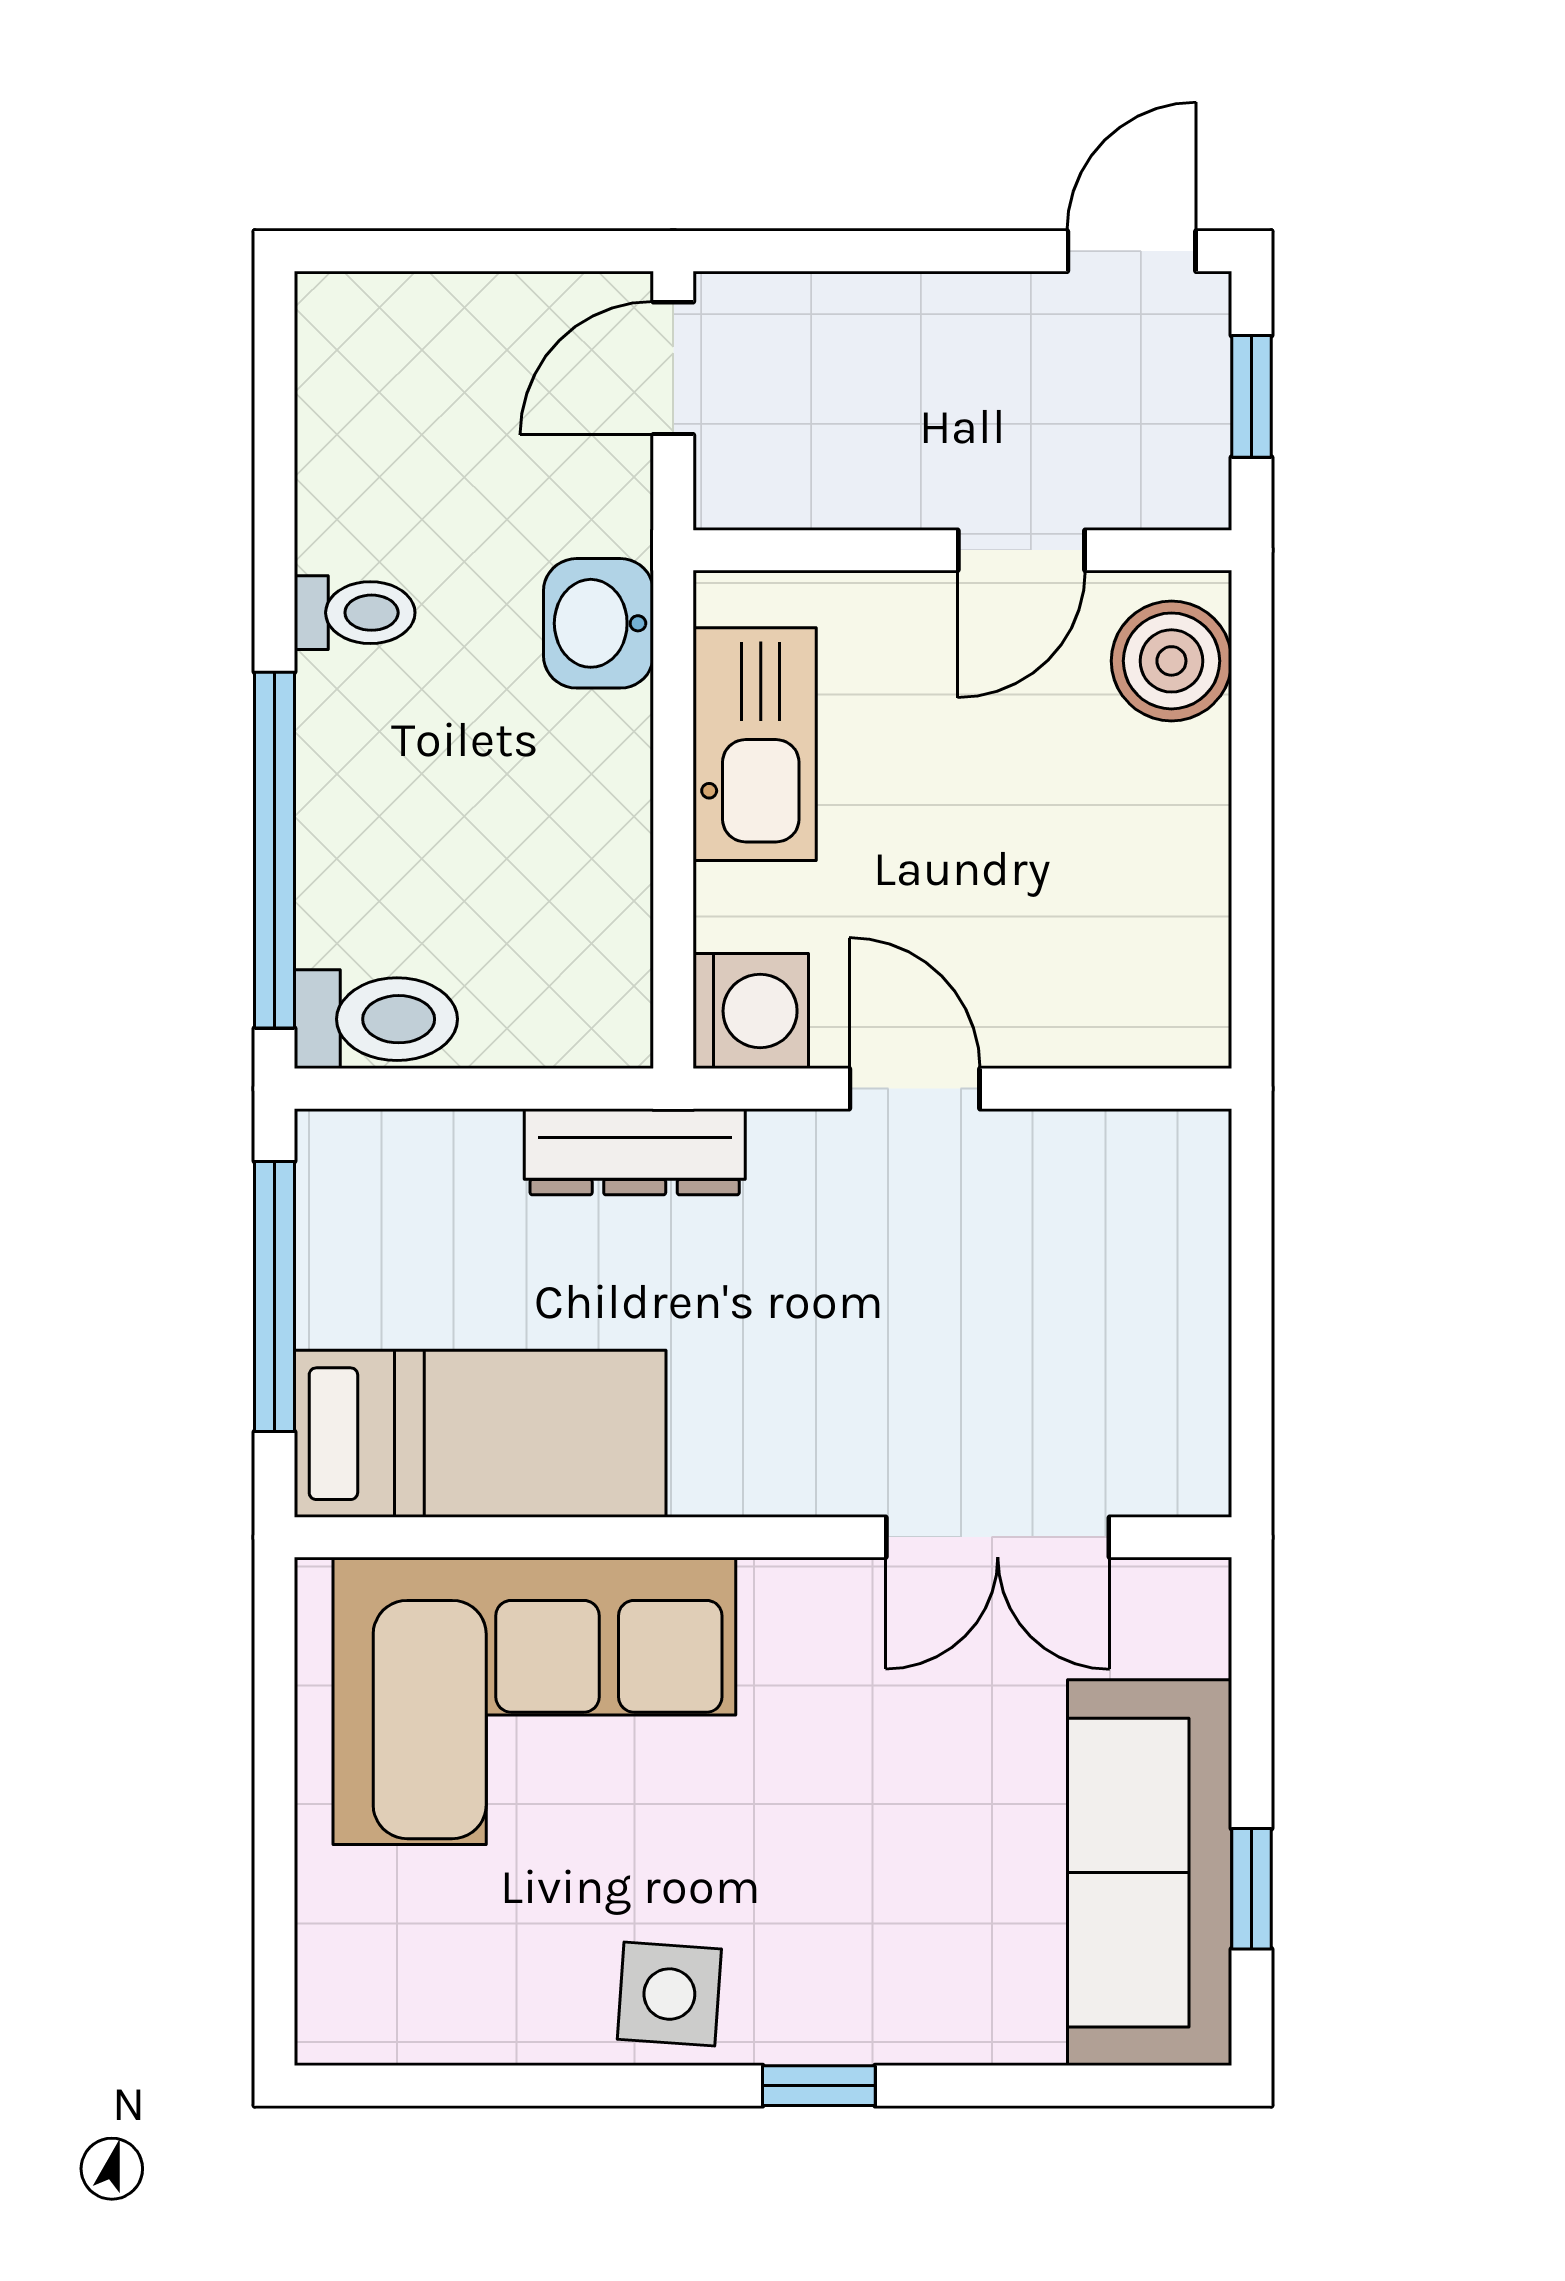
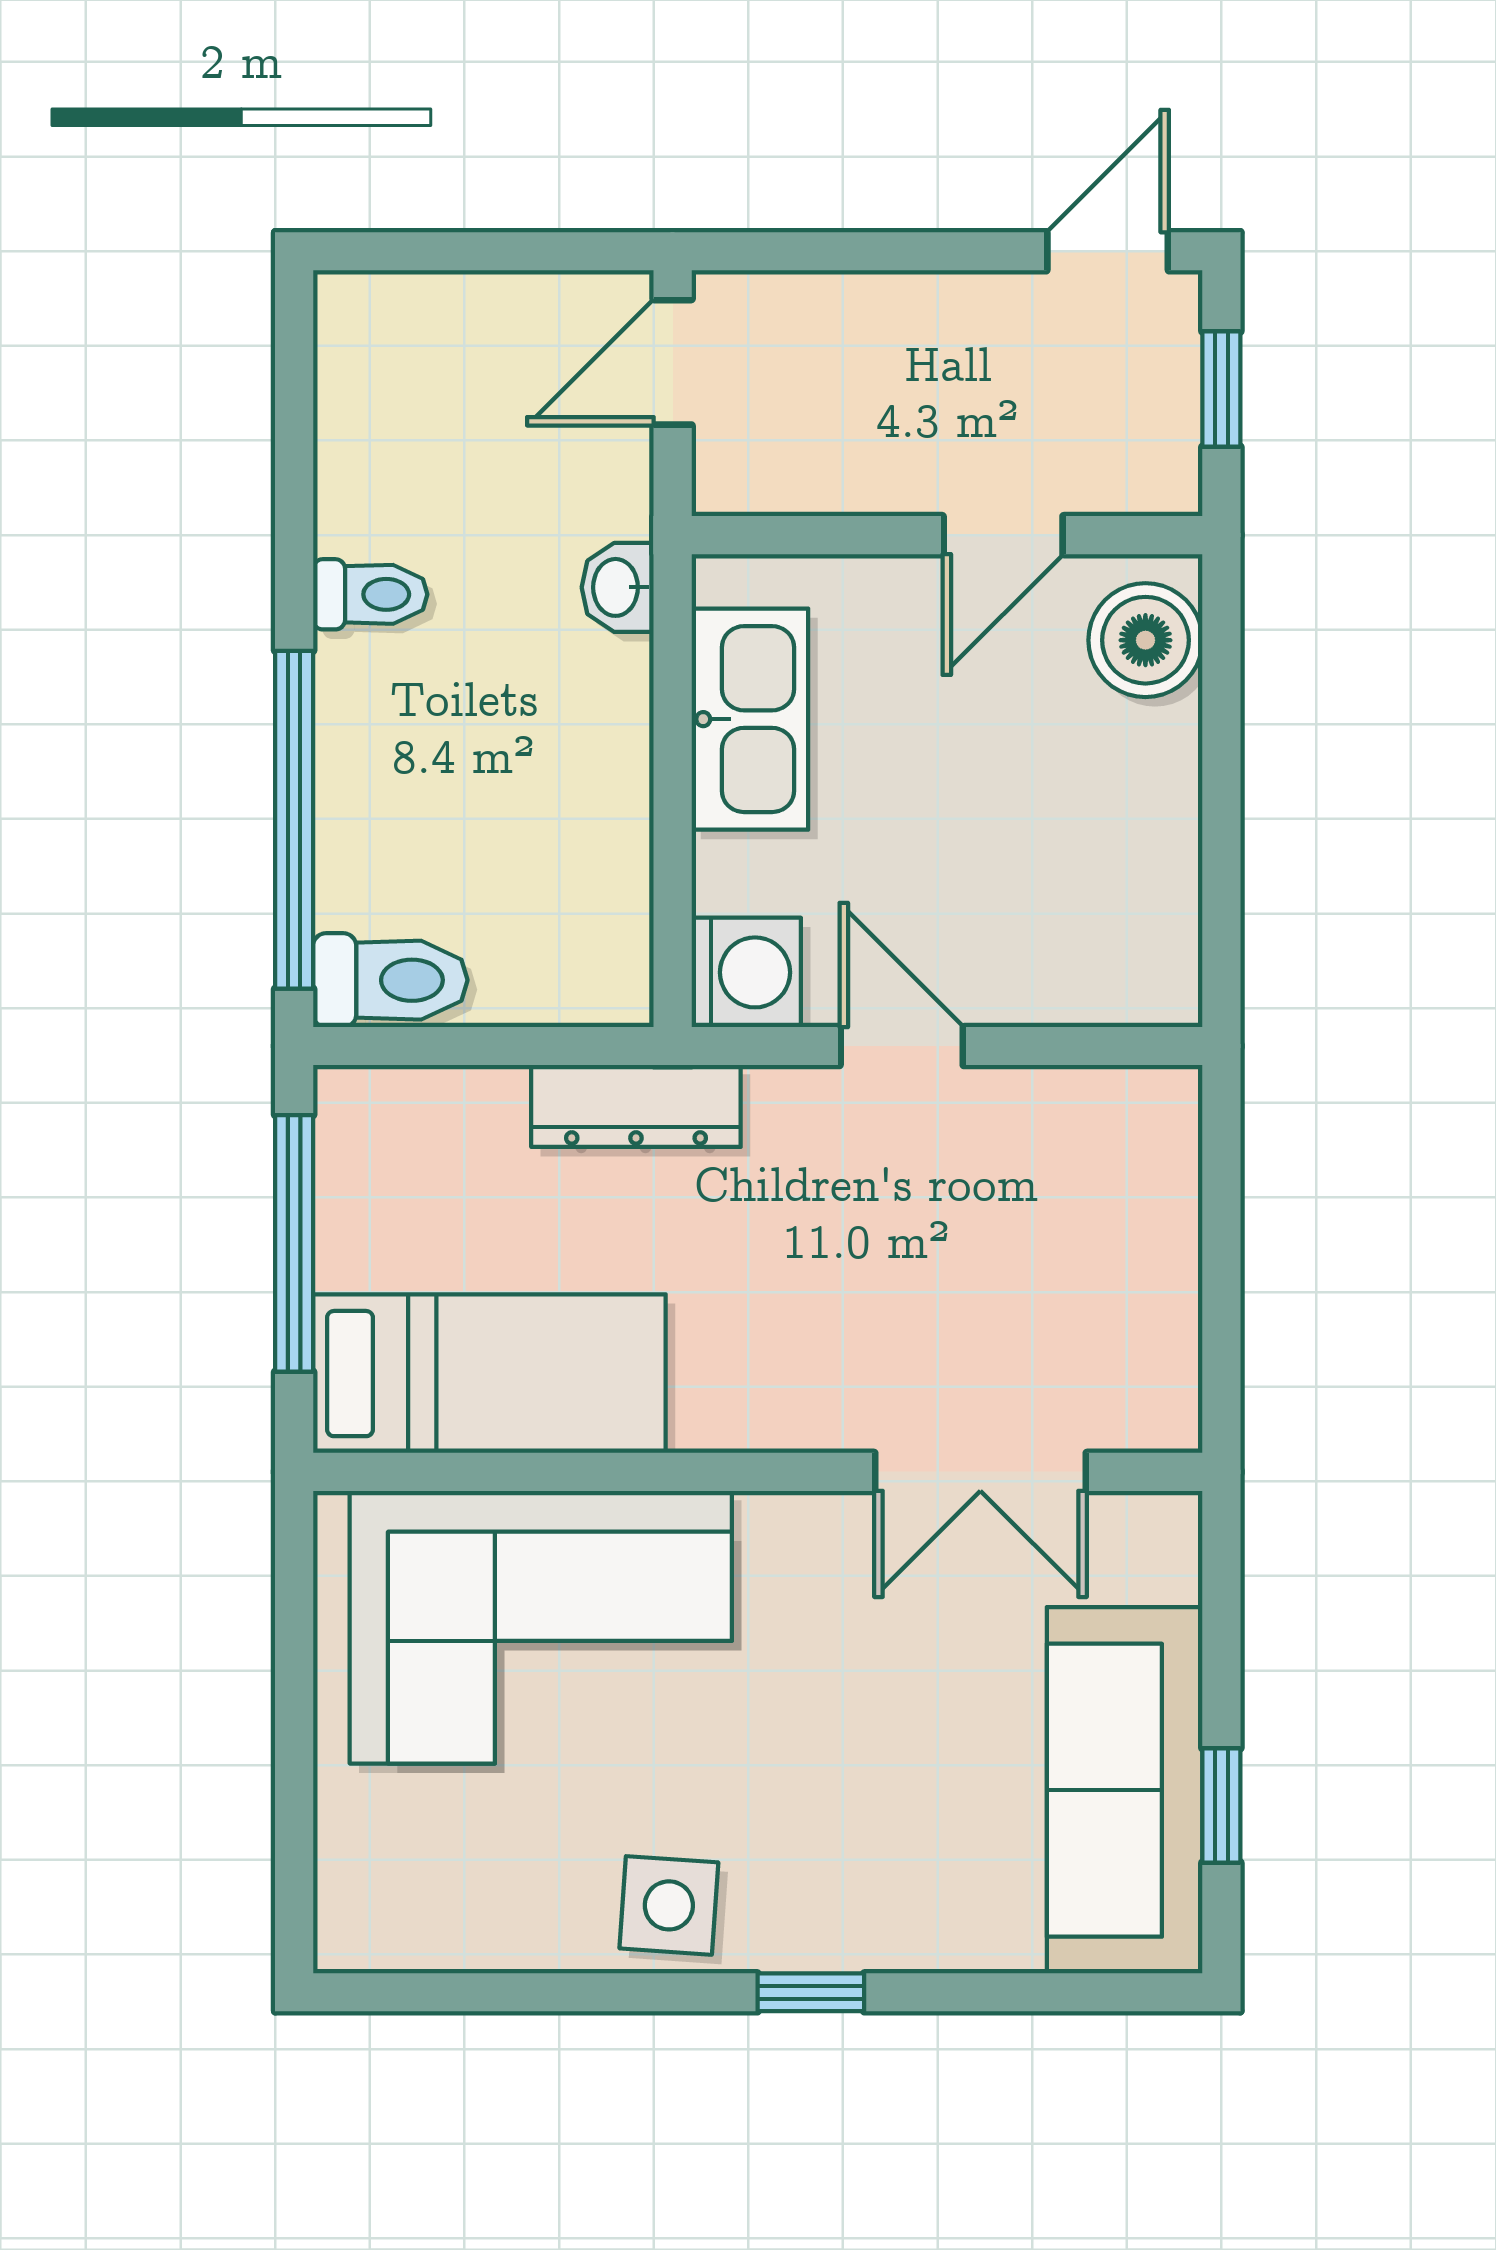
washbasin: (598, 623) -> (618, 587), width x0.72, depth x0.69

